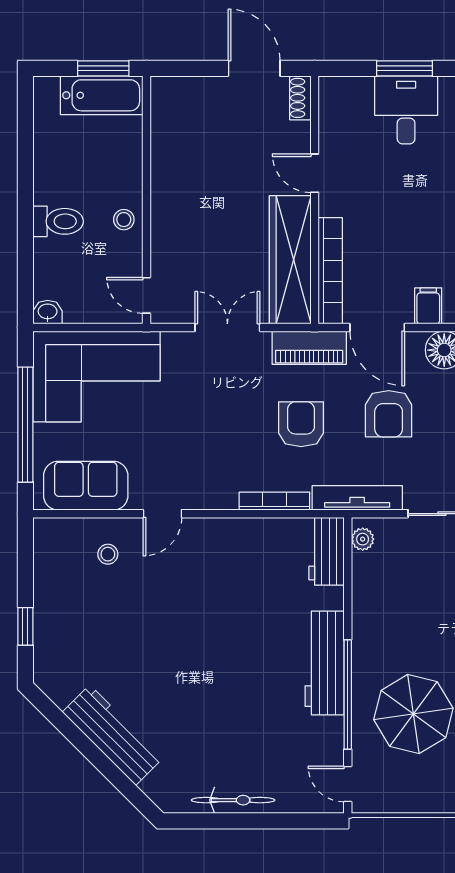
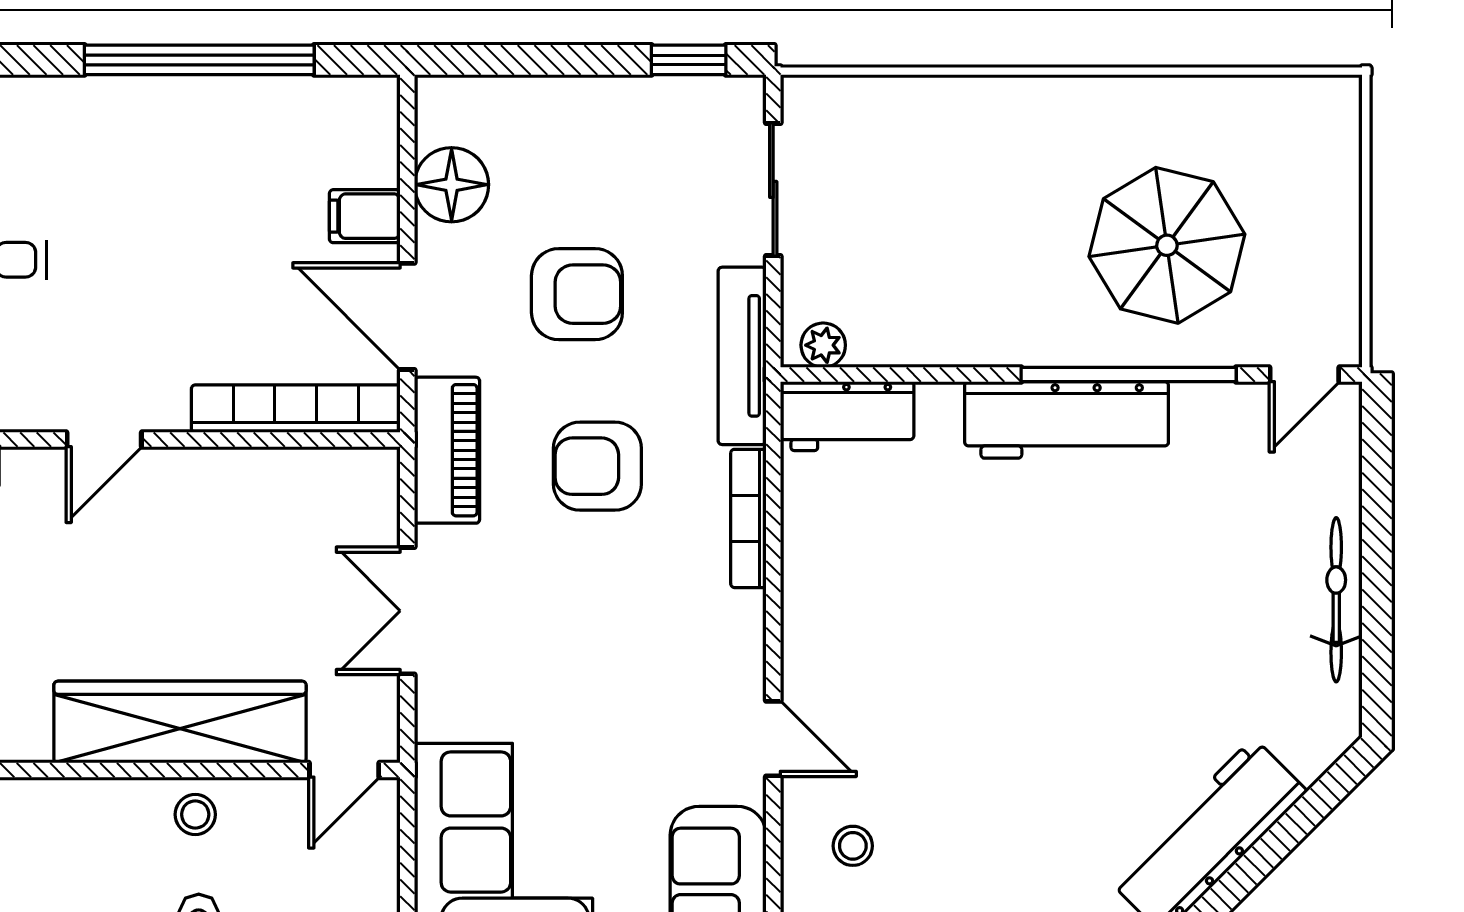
wardrobe: (290, 260) -> (180, 722), moved, turned 180
door: (377, 328) -> (407, 316), swing flipped

